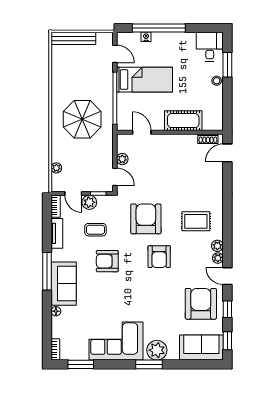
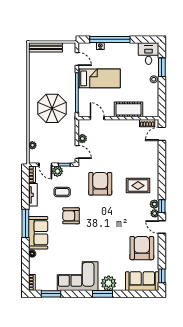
armchair: (159, 257) -> (110, 212), removed
window: (227, 309) -> (162, 206), moved

